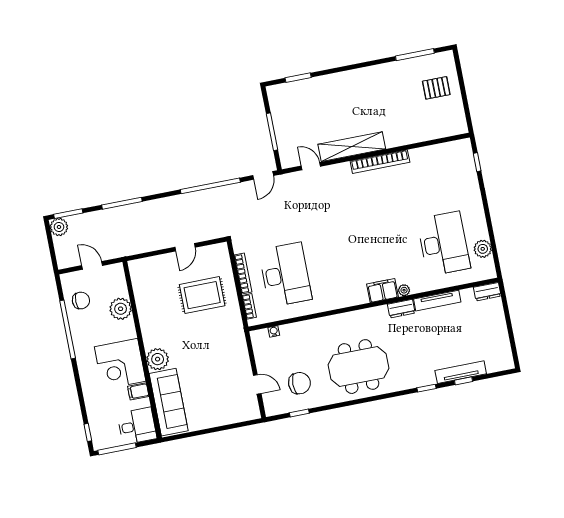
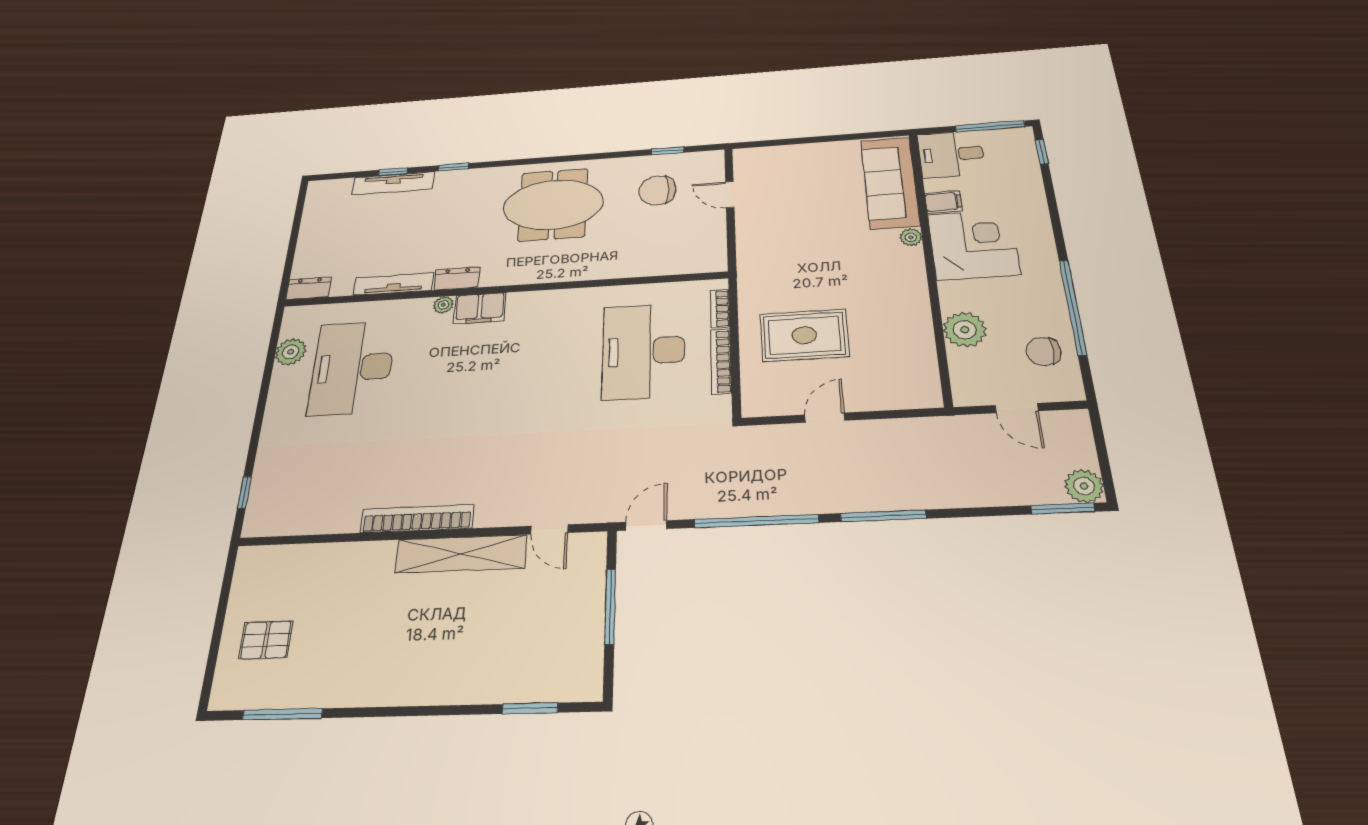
window: (122, 203) -> (883, 516), moved
water cooler: (274, 331) -> (684, 267), removed
plant: (158, 359) -> (911, 237), width x0.53, depth x0.53

